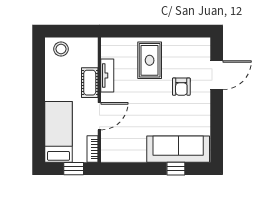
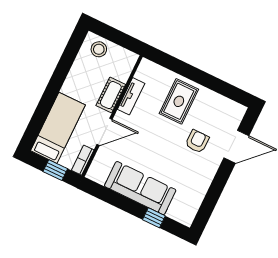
armchair: (181, 87) -> (197, 141), turned 180
sofa: (178, 149) -> (140, 188), moved

